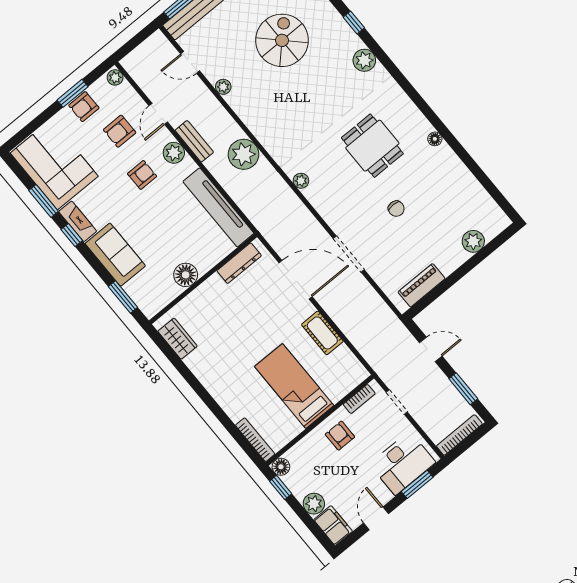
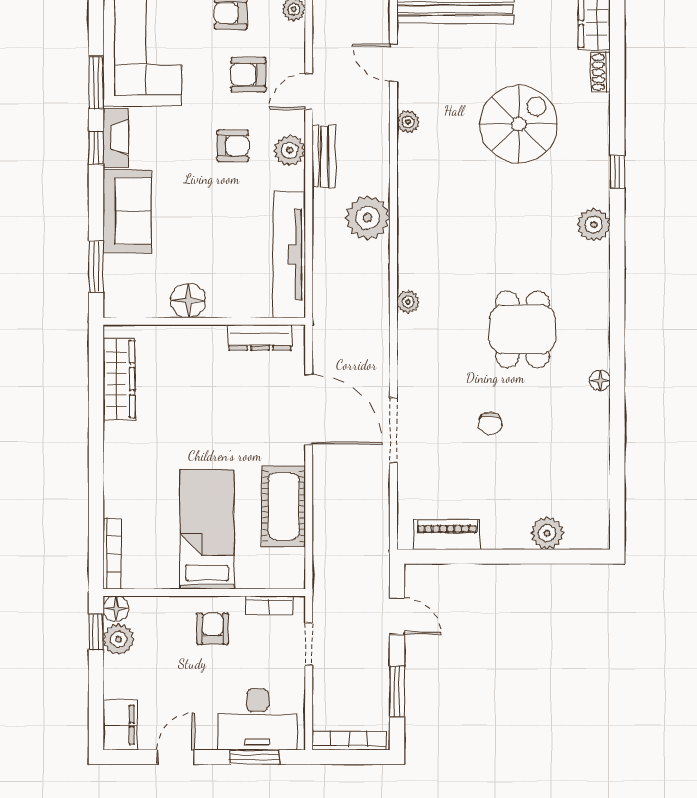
cot: (322, 333) -> (284, 506), width x1.37, depth x1.34
wardrobe: (178, 339) -> (119, 379), width x1.50
plant: (314, 504) -> (119, 639), moved

